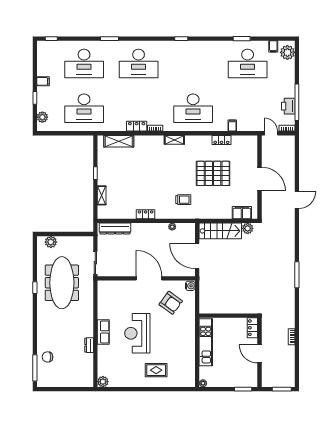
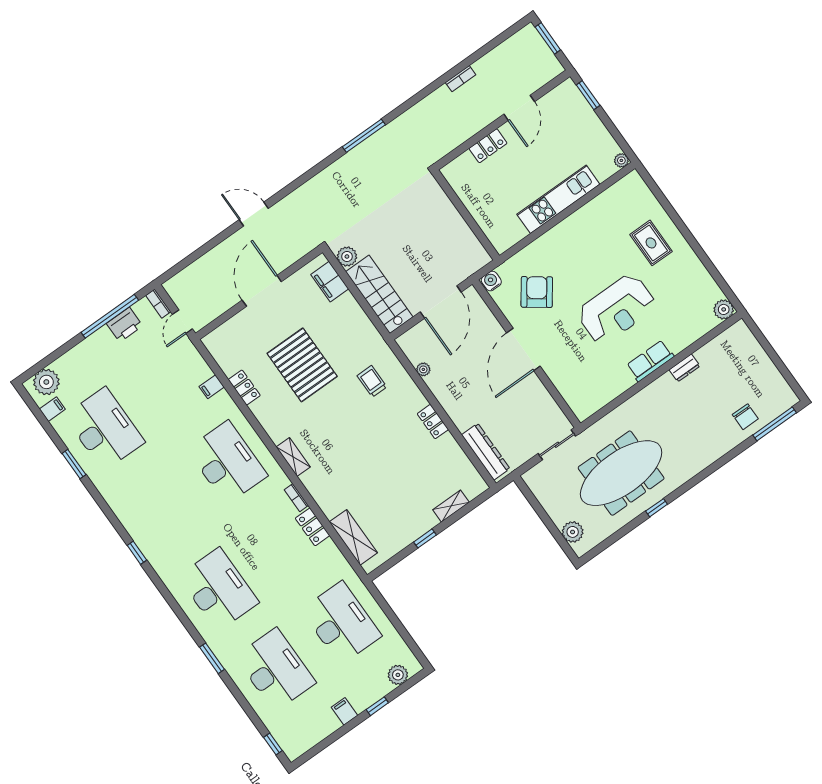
wall: (228, 316) -> (466, 215), moved

